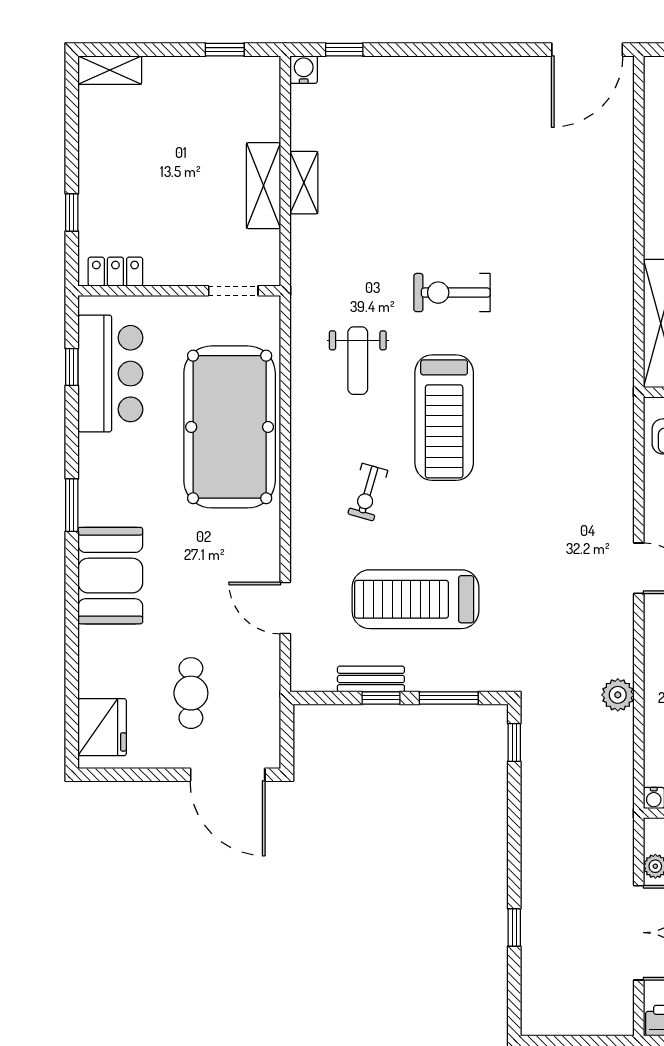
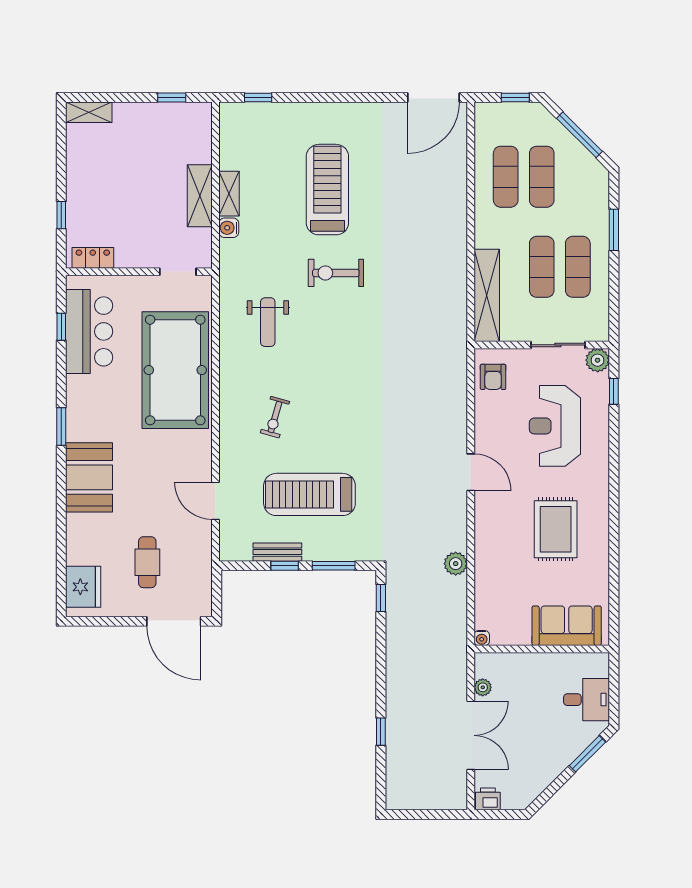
water cooler: (304, 70) -> (229, 228), moved, turned -90
treadmill: (444, 418) -> (327, 190), moved, turned 180

